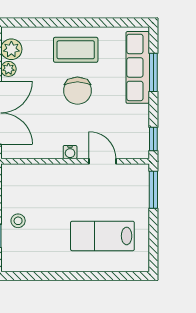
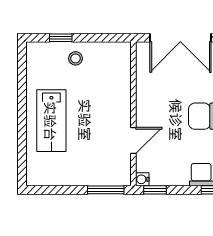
water cooler: (70, 152) -> (142, 179), moved
lab bench: (102, 236) -> (51, 121), moved, turned 180

